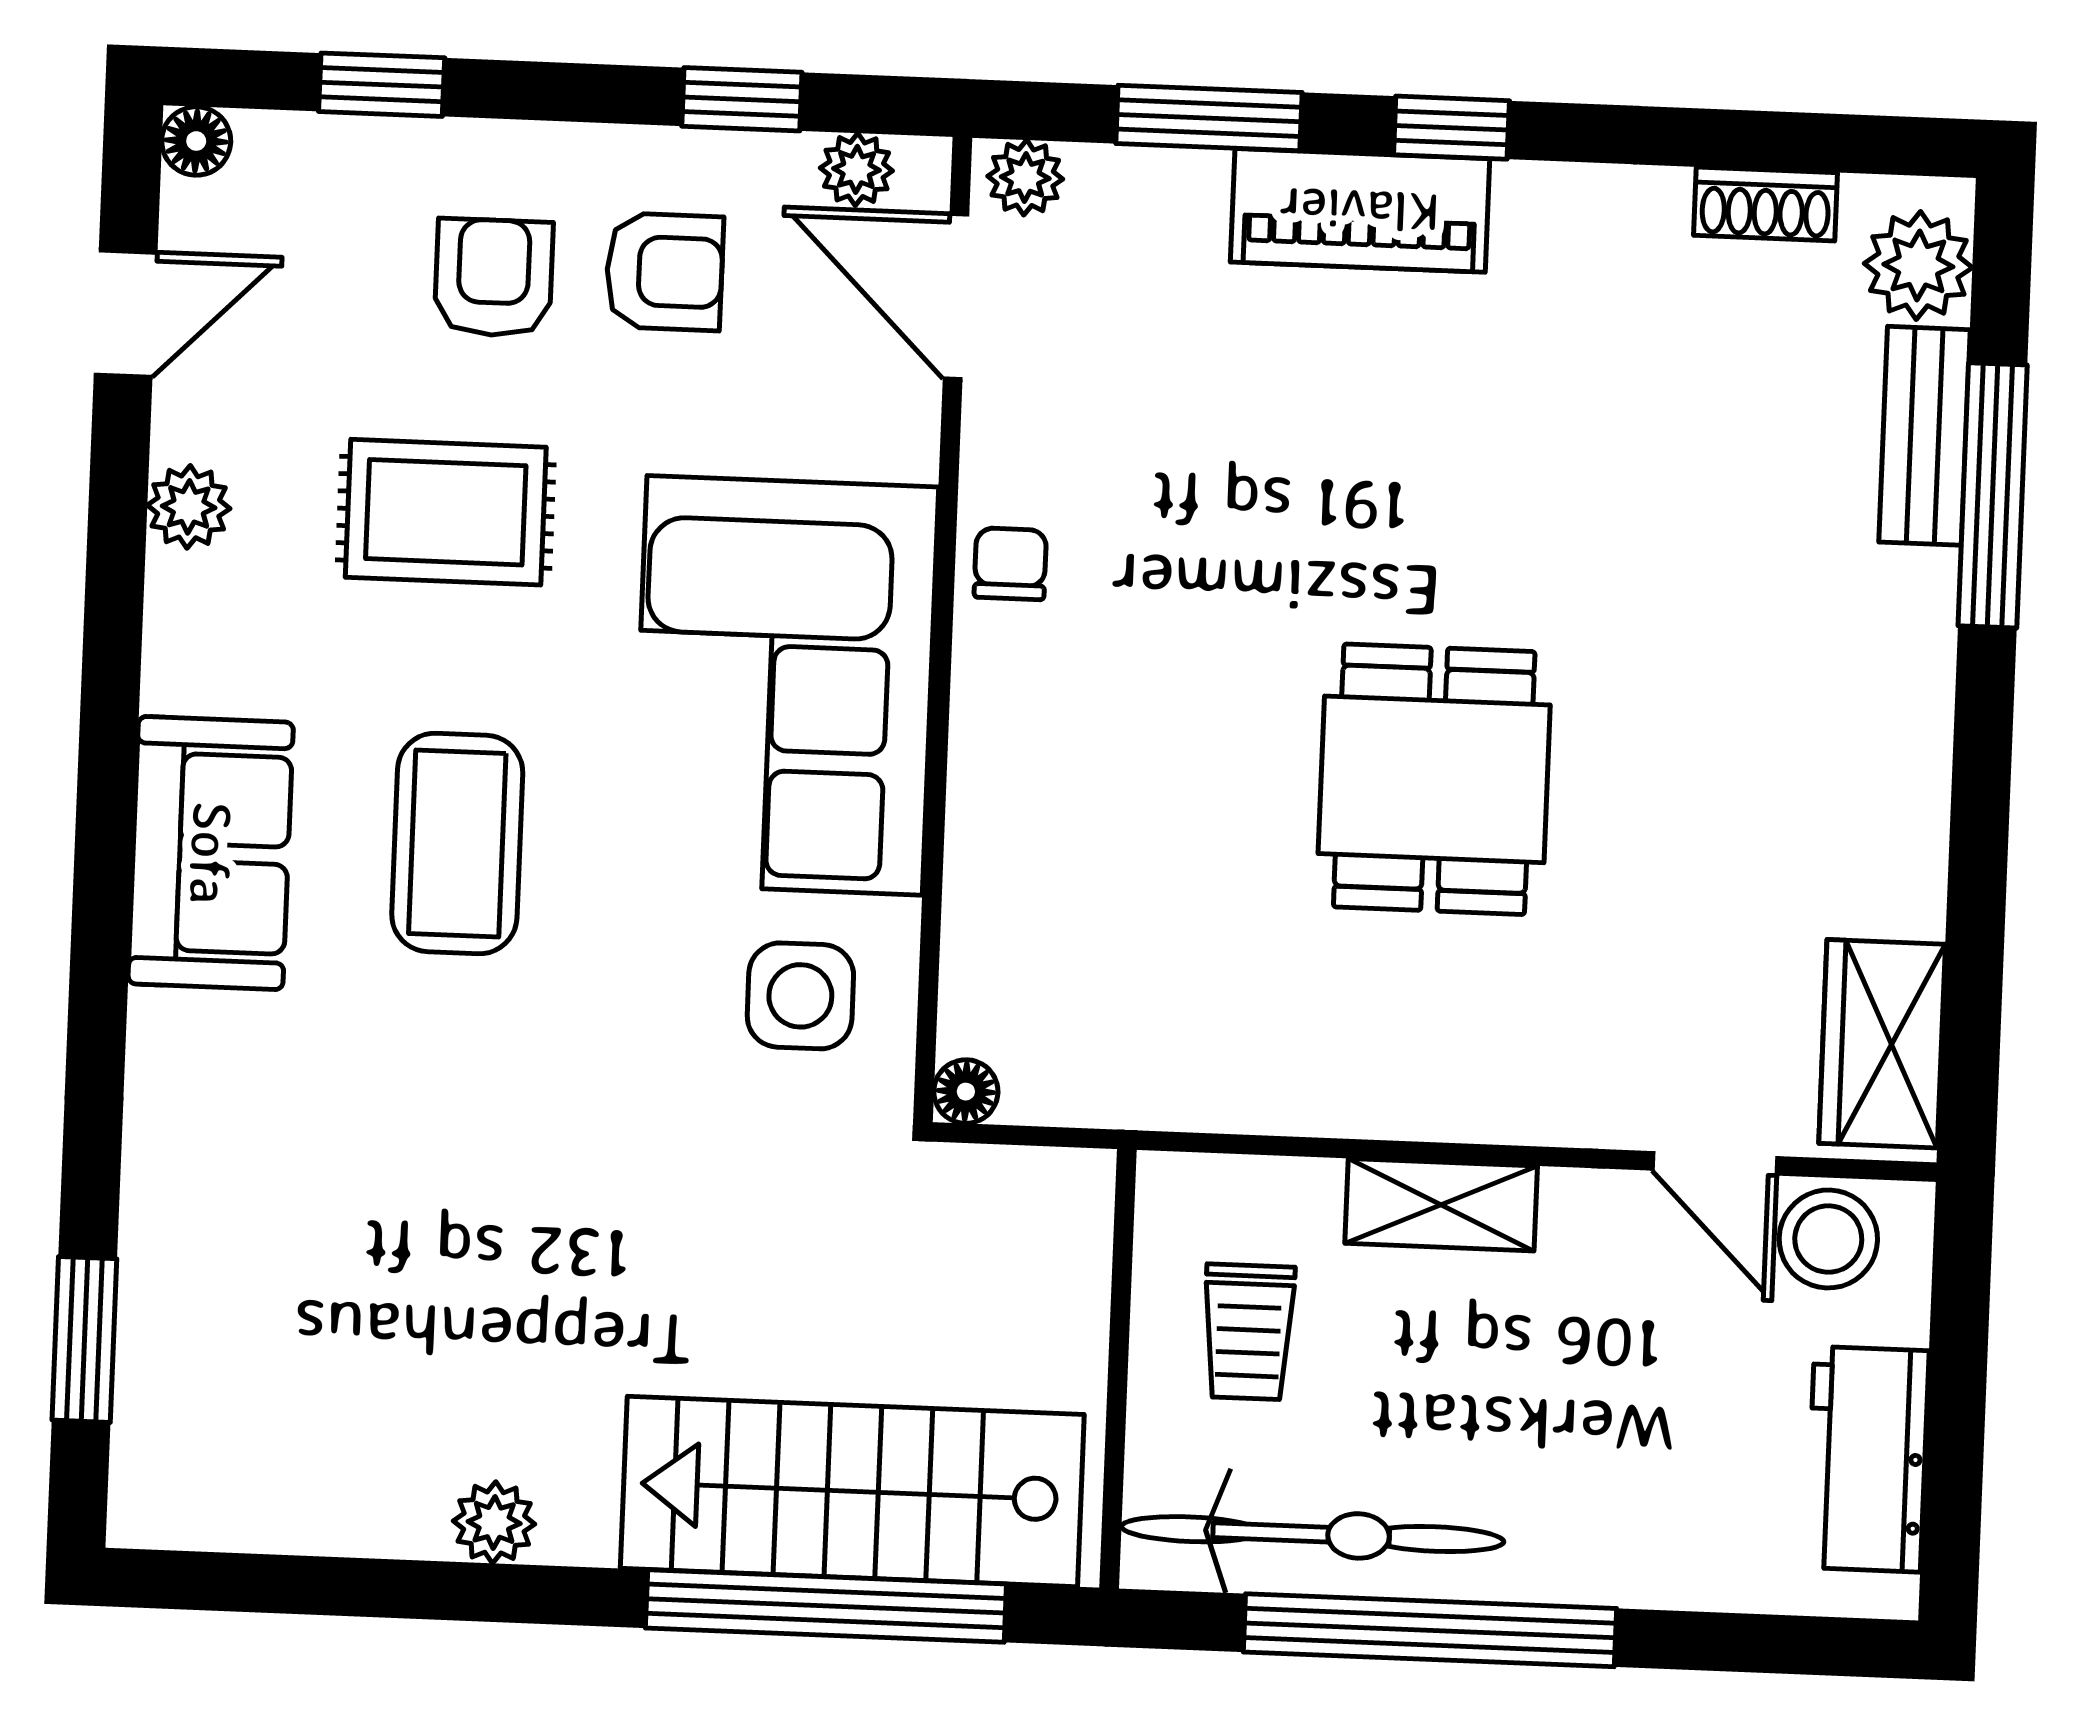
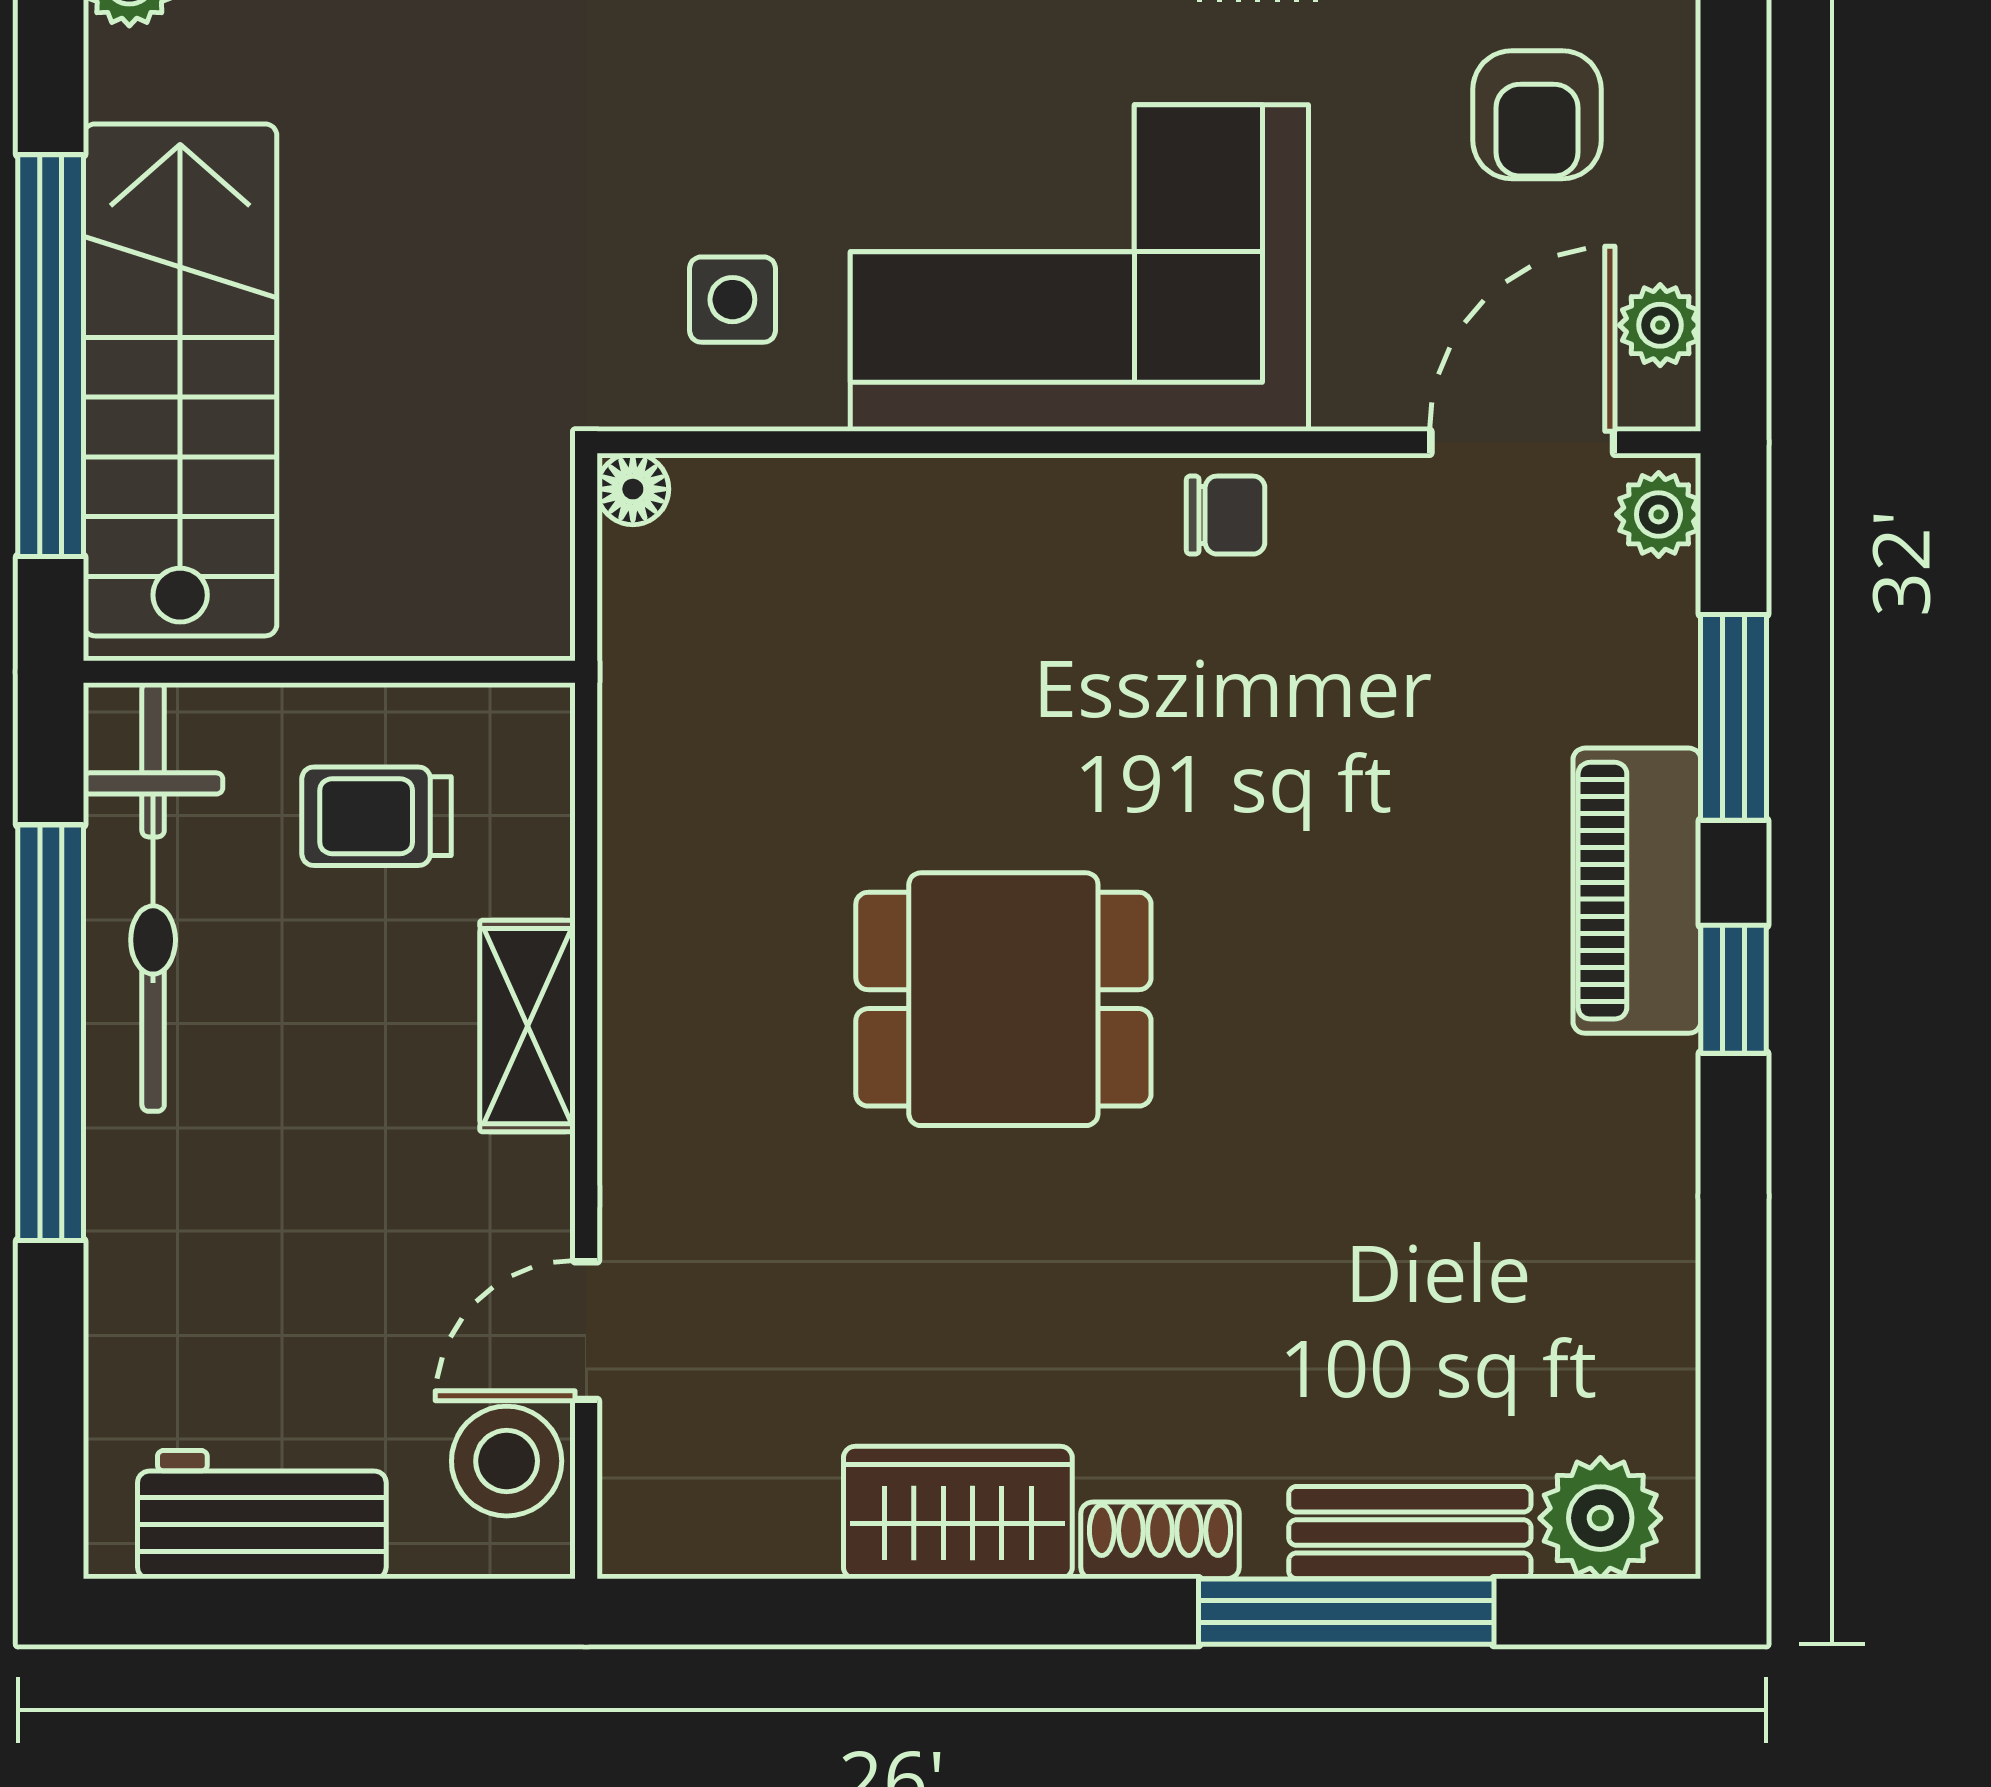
window: (742, 99) -> (1733, 194), removed
shoe rack: (1765, 204) -> (1160, 1540), moved, turned 90
side table: (800, 996) -> (732, 300), width x0.73, depth x0.73
wardrobe: (1882, 1044) -> (958, 1512), moved

